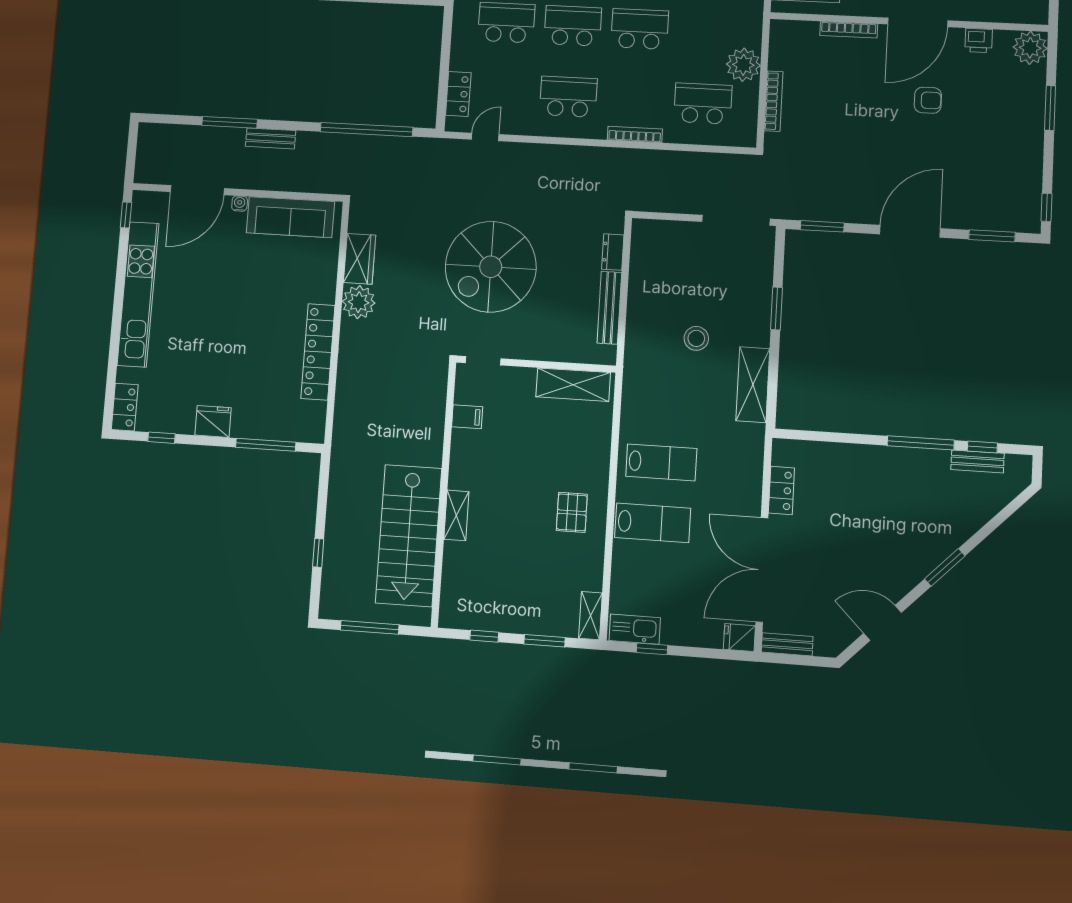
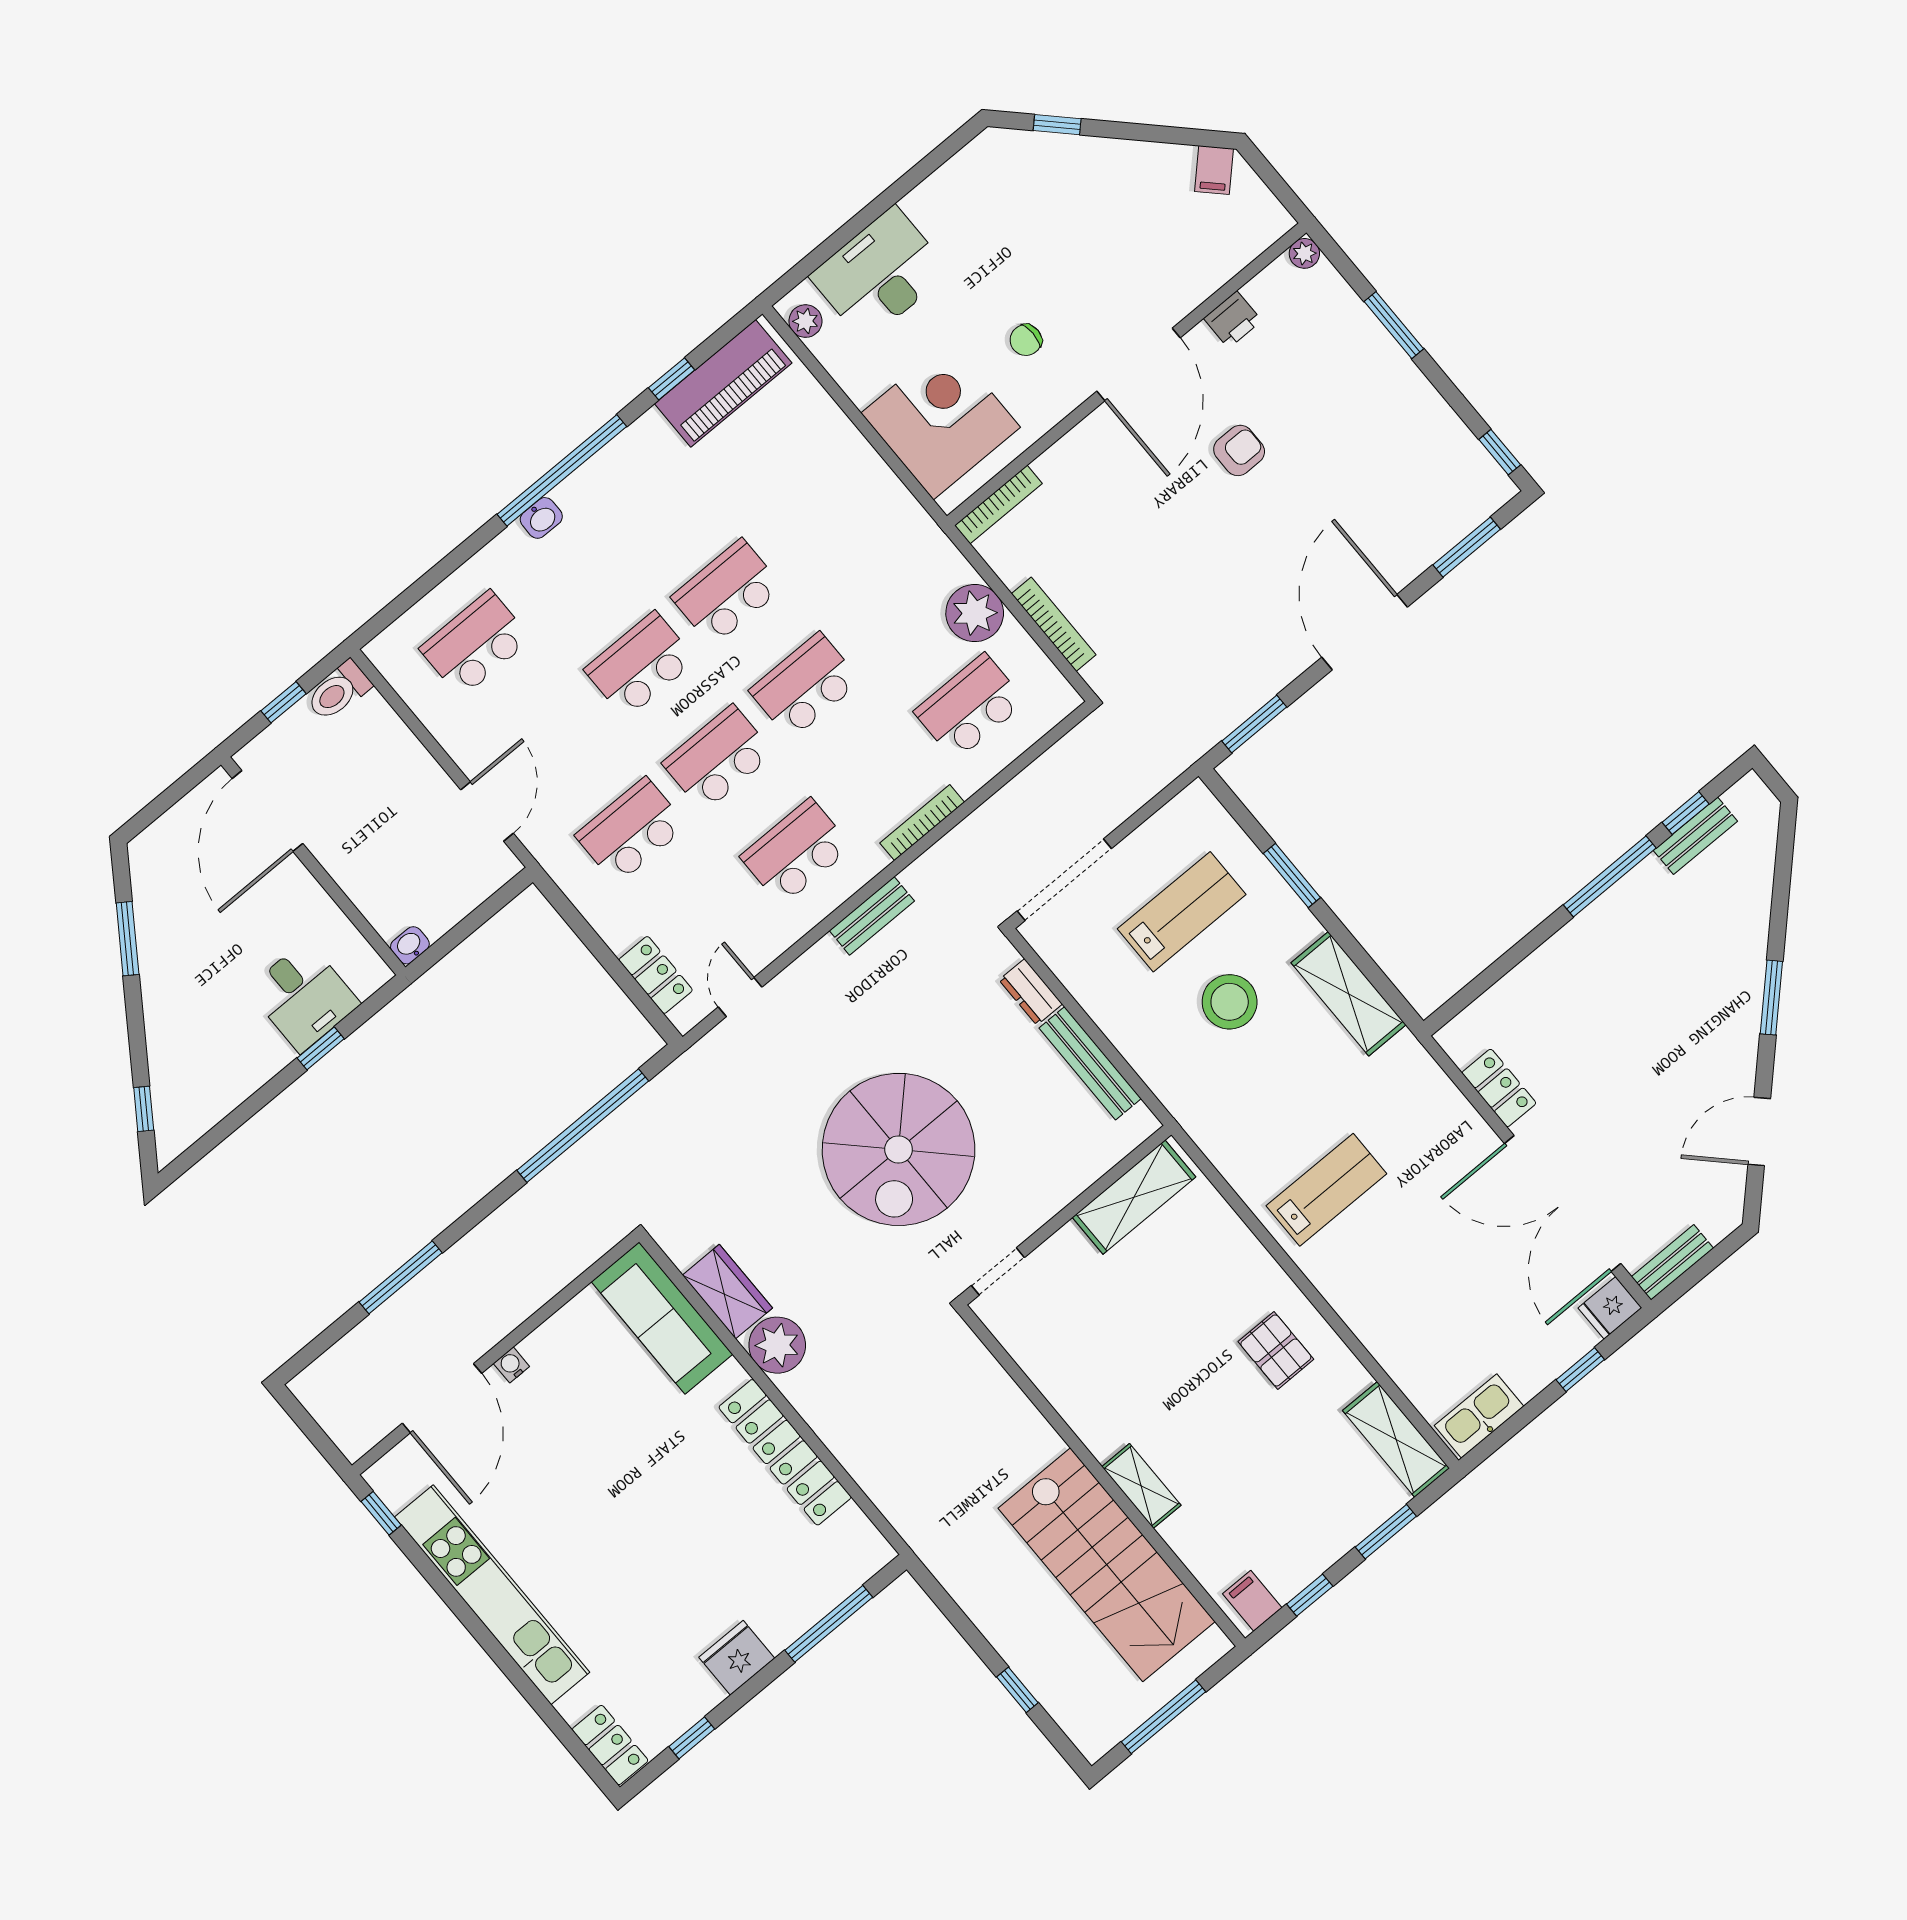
bookcase: (849, 30) -> (998, 505), moved
plant: (1030, 48) -> (1304, 253), width x0.53, depth x0.53
bench: (271, 138) -> (872, 916), moved
sofa: (290, 217) -> (662, 1318), moved, turned 90
doorway: (736, 220) -> (1064, 880), moved
stool: (696, 338) -> (1230, 1002), width x1.38, depth x1.38
filing cabinet: (467, 417) -> (1252, 1601), moved, turned -90
lab bench: (653, 523) -> (1182, 912), moved
shelving: (590, 616) -> (1396, 1439), width x1.50, depth x1.33
window: (652, 649) -> (1580, 1370), moved

